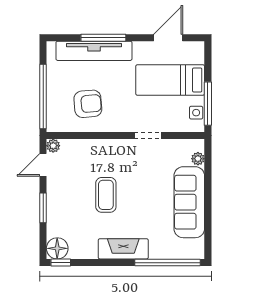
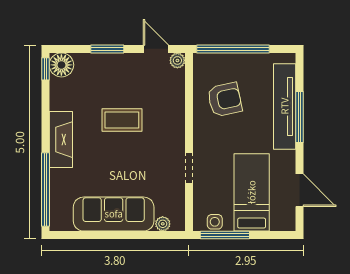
armchair: (88, 104) -> (225, 100), turned -97

